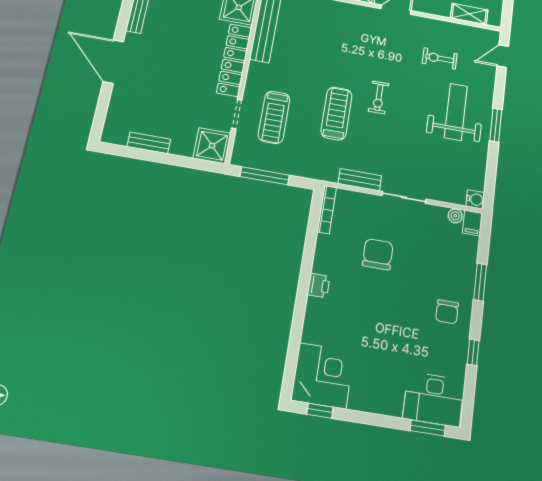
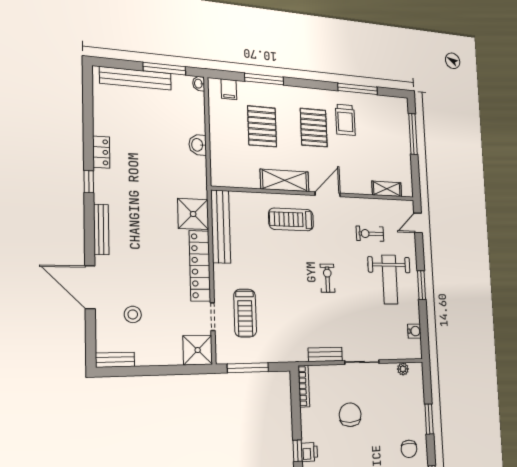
stool: (151, 96) -> (133, 314), added
exercise bike: (379, 97) -> (328, 278), turned 180
weight bench: (456, 112) -> (390, 279), turned 180
treadmill: (336, 113) -> (291, 219), moved, turned -90
bench: (149, 143) -> (115, 360), moved
water cooler: (475, 199) -> (414, 331), moved
filing cabinet: (472, 223) -> (416, 372), removed
window: (304, 281) -> (298, 451), added

